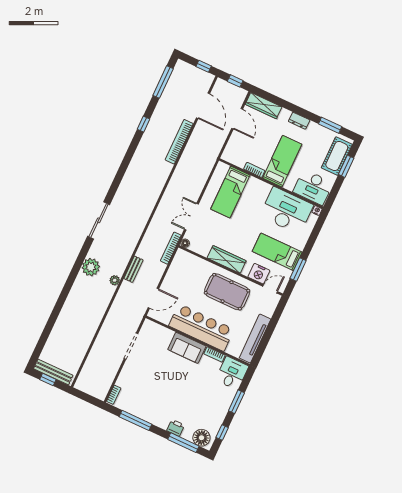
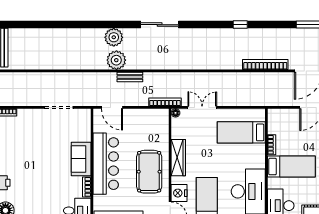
window: (143, 124) -> (240, 25), moved
plant: (115, 280) -> (116, 60), width x1.88, depth x1.88

